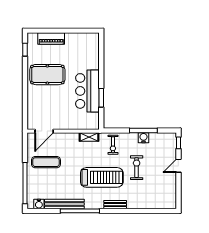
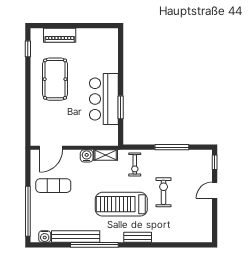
pool table: (47, 75) -> (55, 79), turned 90
water cooler: (144, 138) -> (87, 156), moved
treadmill: (102, 177) -> (121, 204), turned 180

